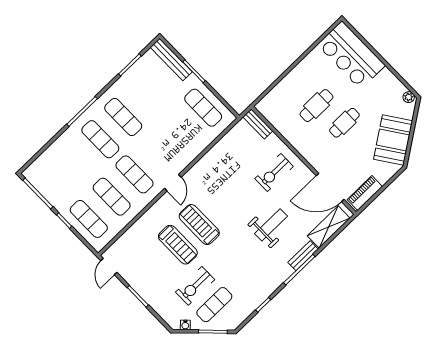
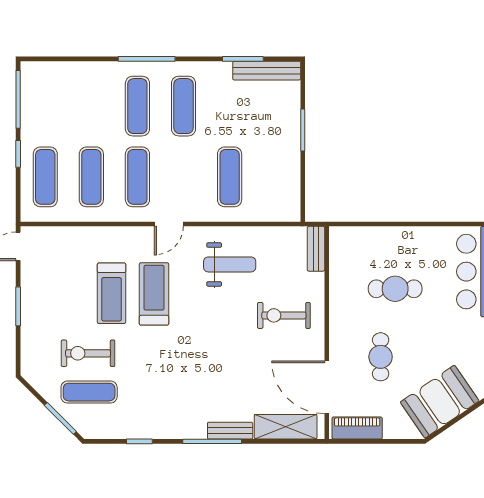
bench: (171, 60) -> (267, 71), moved, turned 90
exercise mat: (203, 108) -> (230, 177), moved
cafe table: (344, 123) -> (381, 357), moved, turned 90
weight bench: (271, 225) -> (230, 264), moved
water cooler: (185, 325) -> (39, 384), removed

